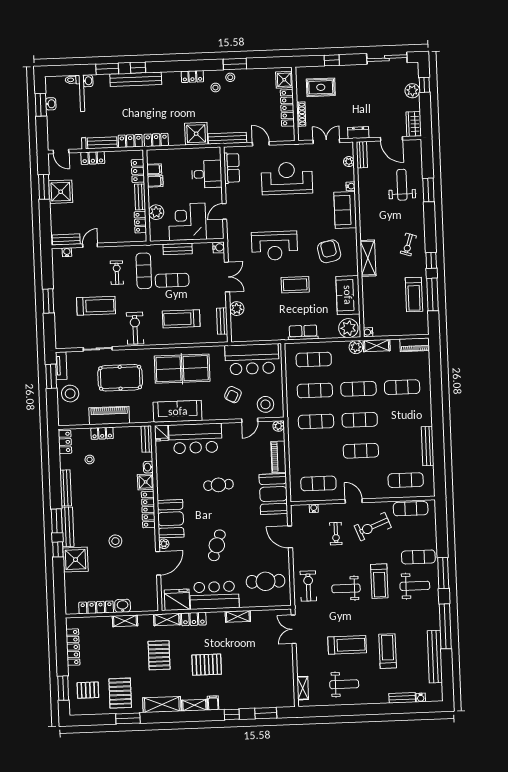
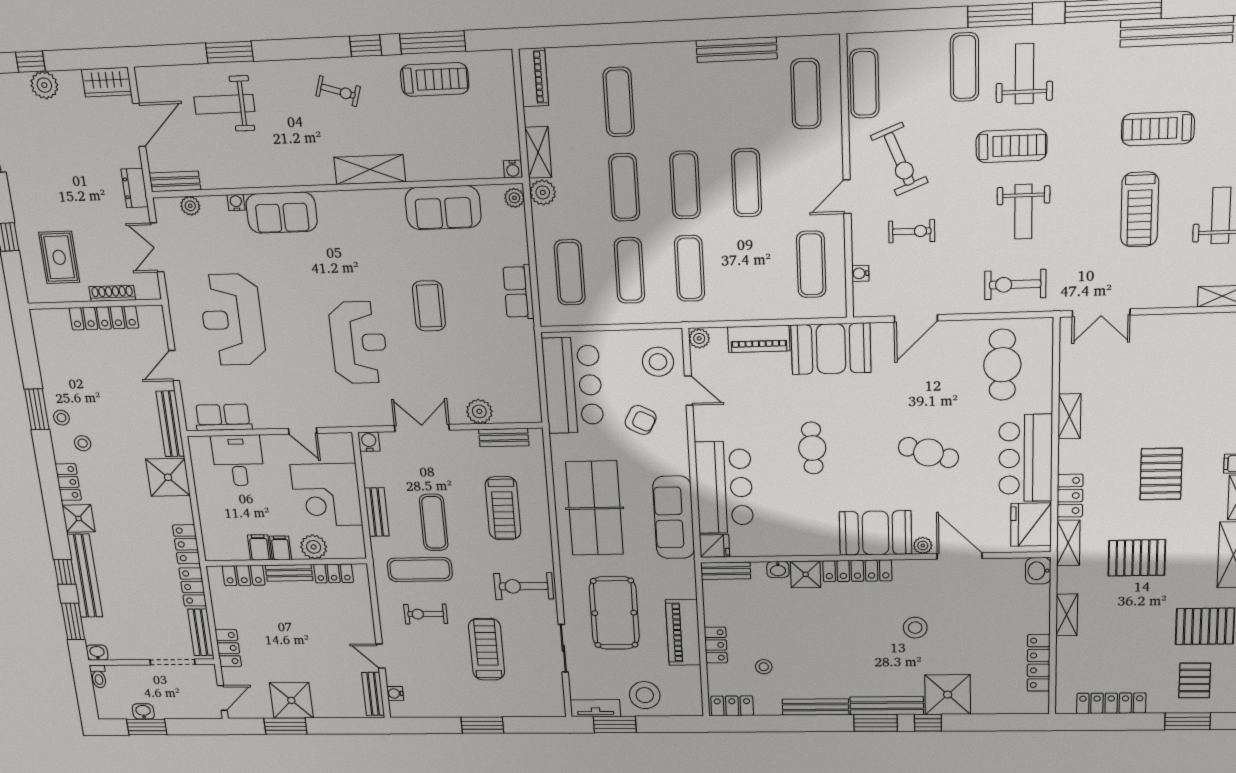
shower: (284, 80) -> (79, 518), moved
filing cabinet: (154, 169) -> (281, 548), moved
armchair: (329, 251) -> (362, 243), removed
plant: (348, 328) -> (514, 198), width x0.53, depth x0.53
washbasin: (123, 606) -> (1038, 571), moved
treadmill: (347, 645) -> (1140, 210), turned 180

